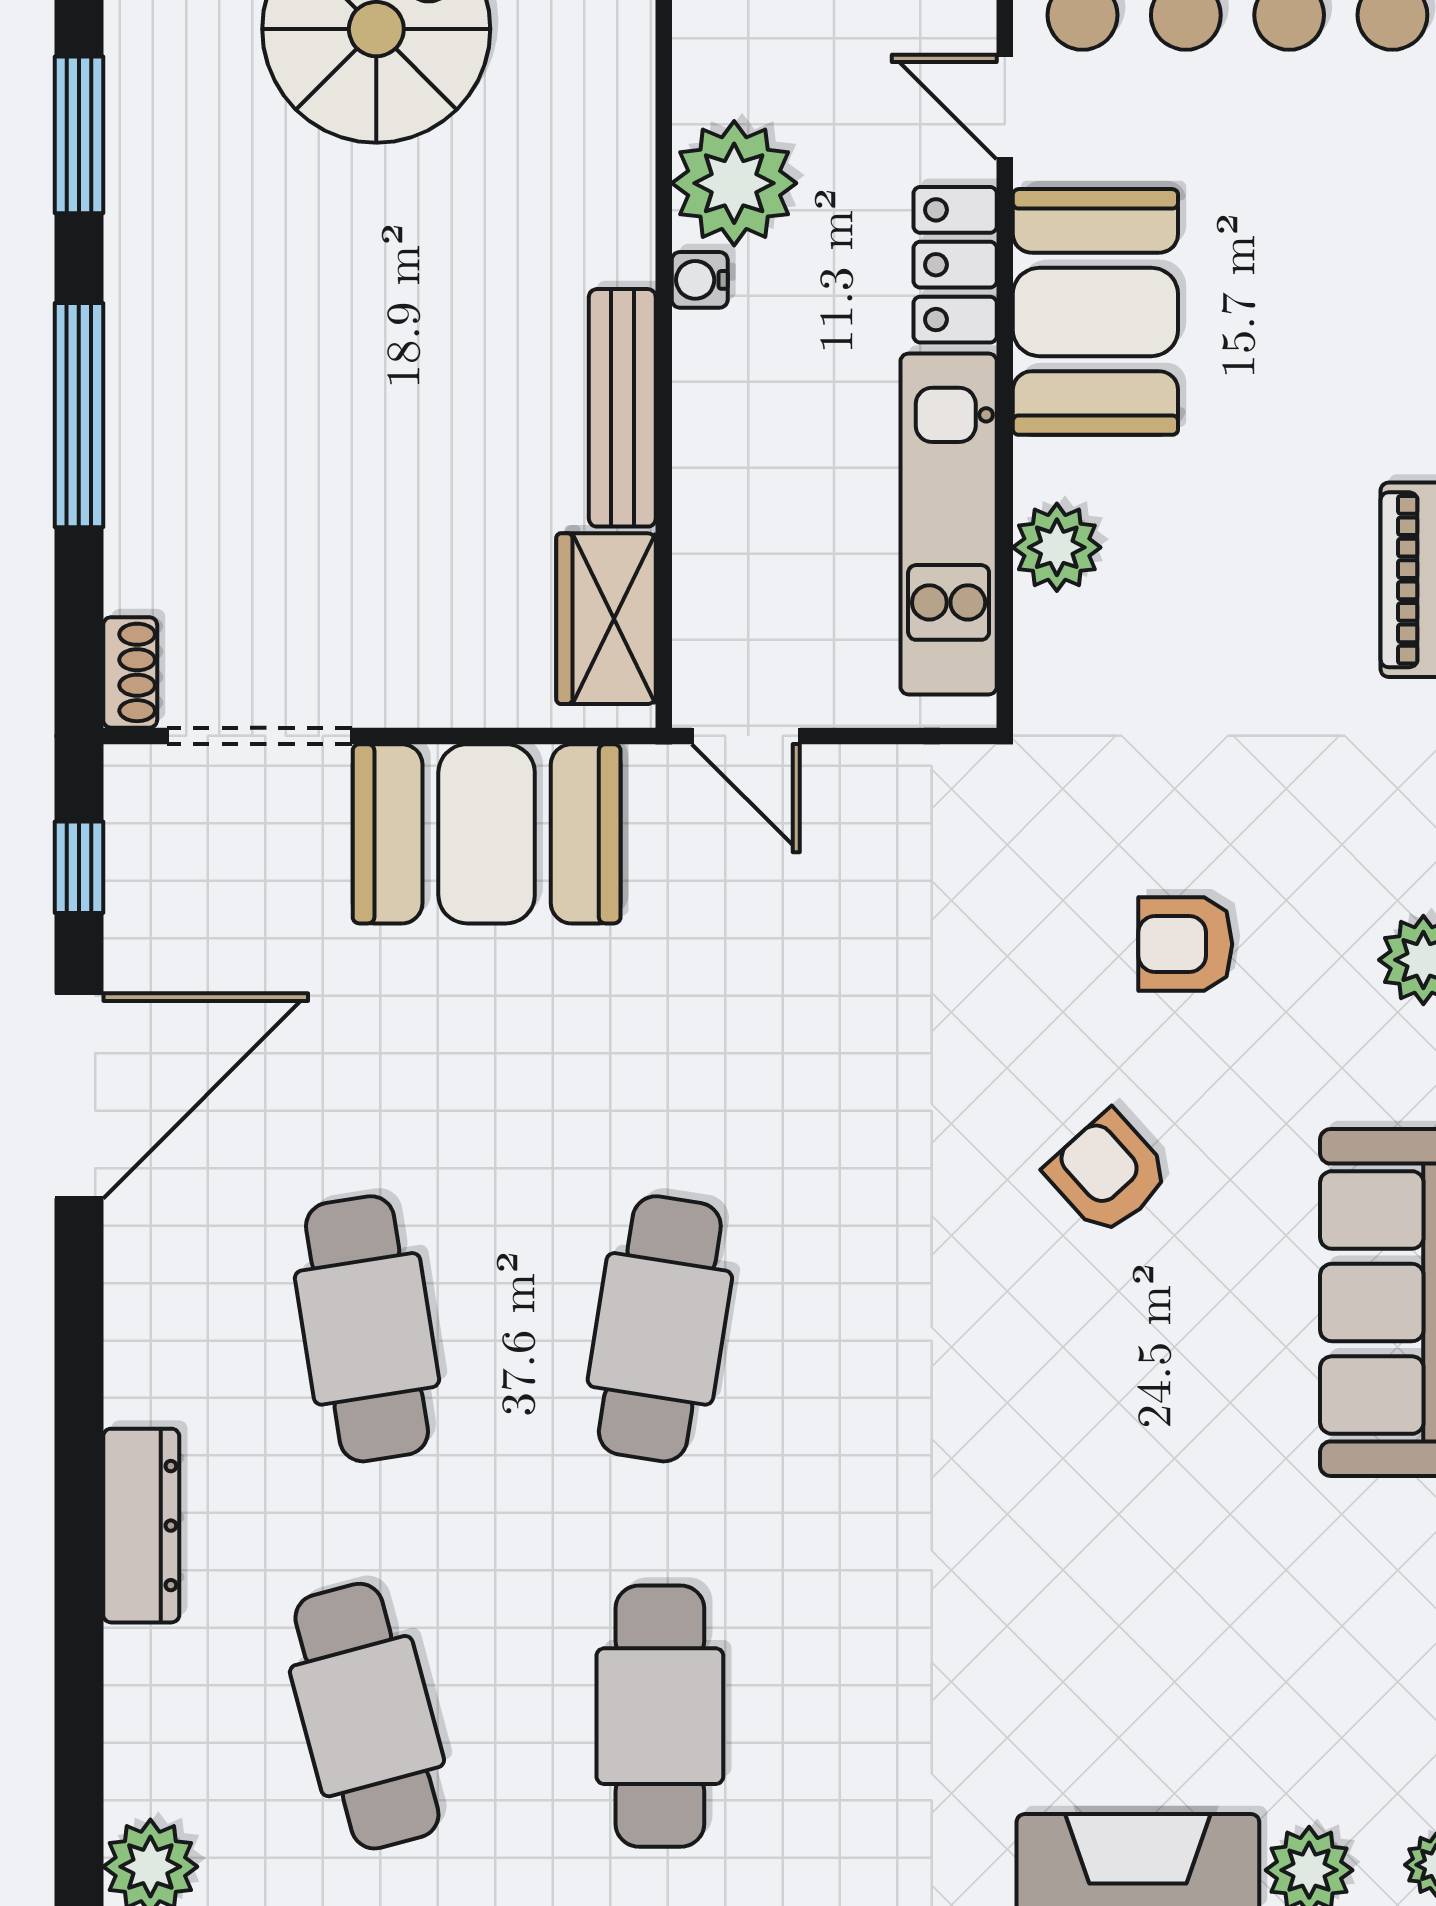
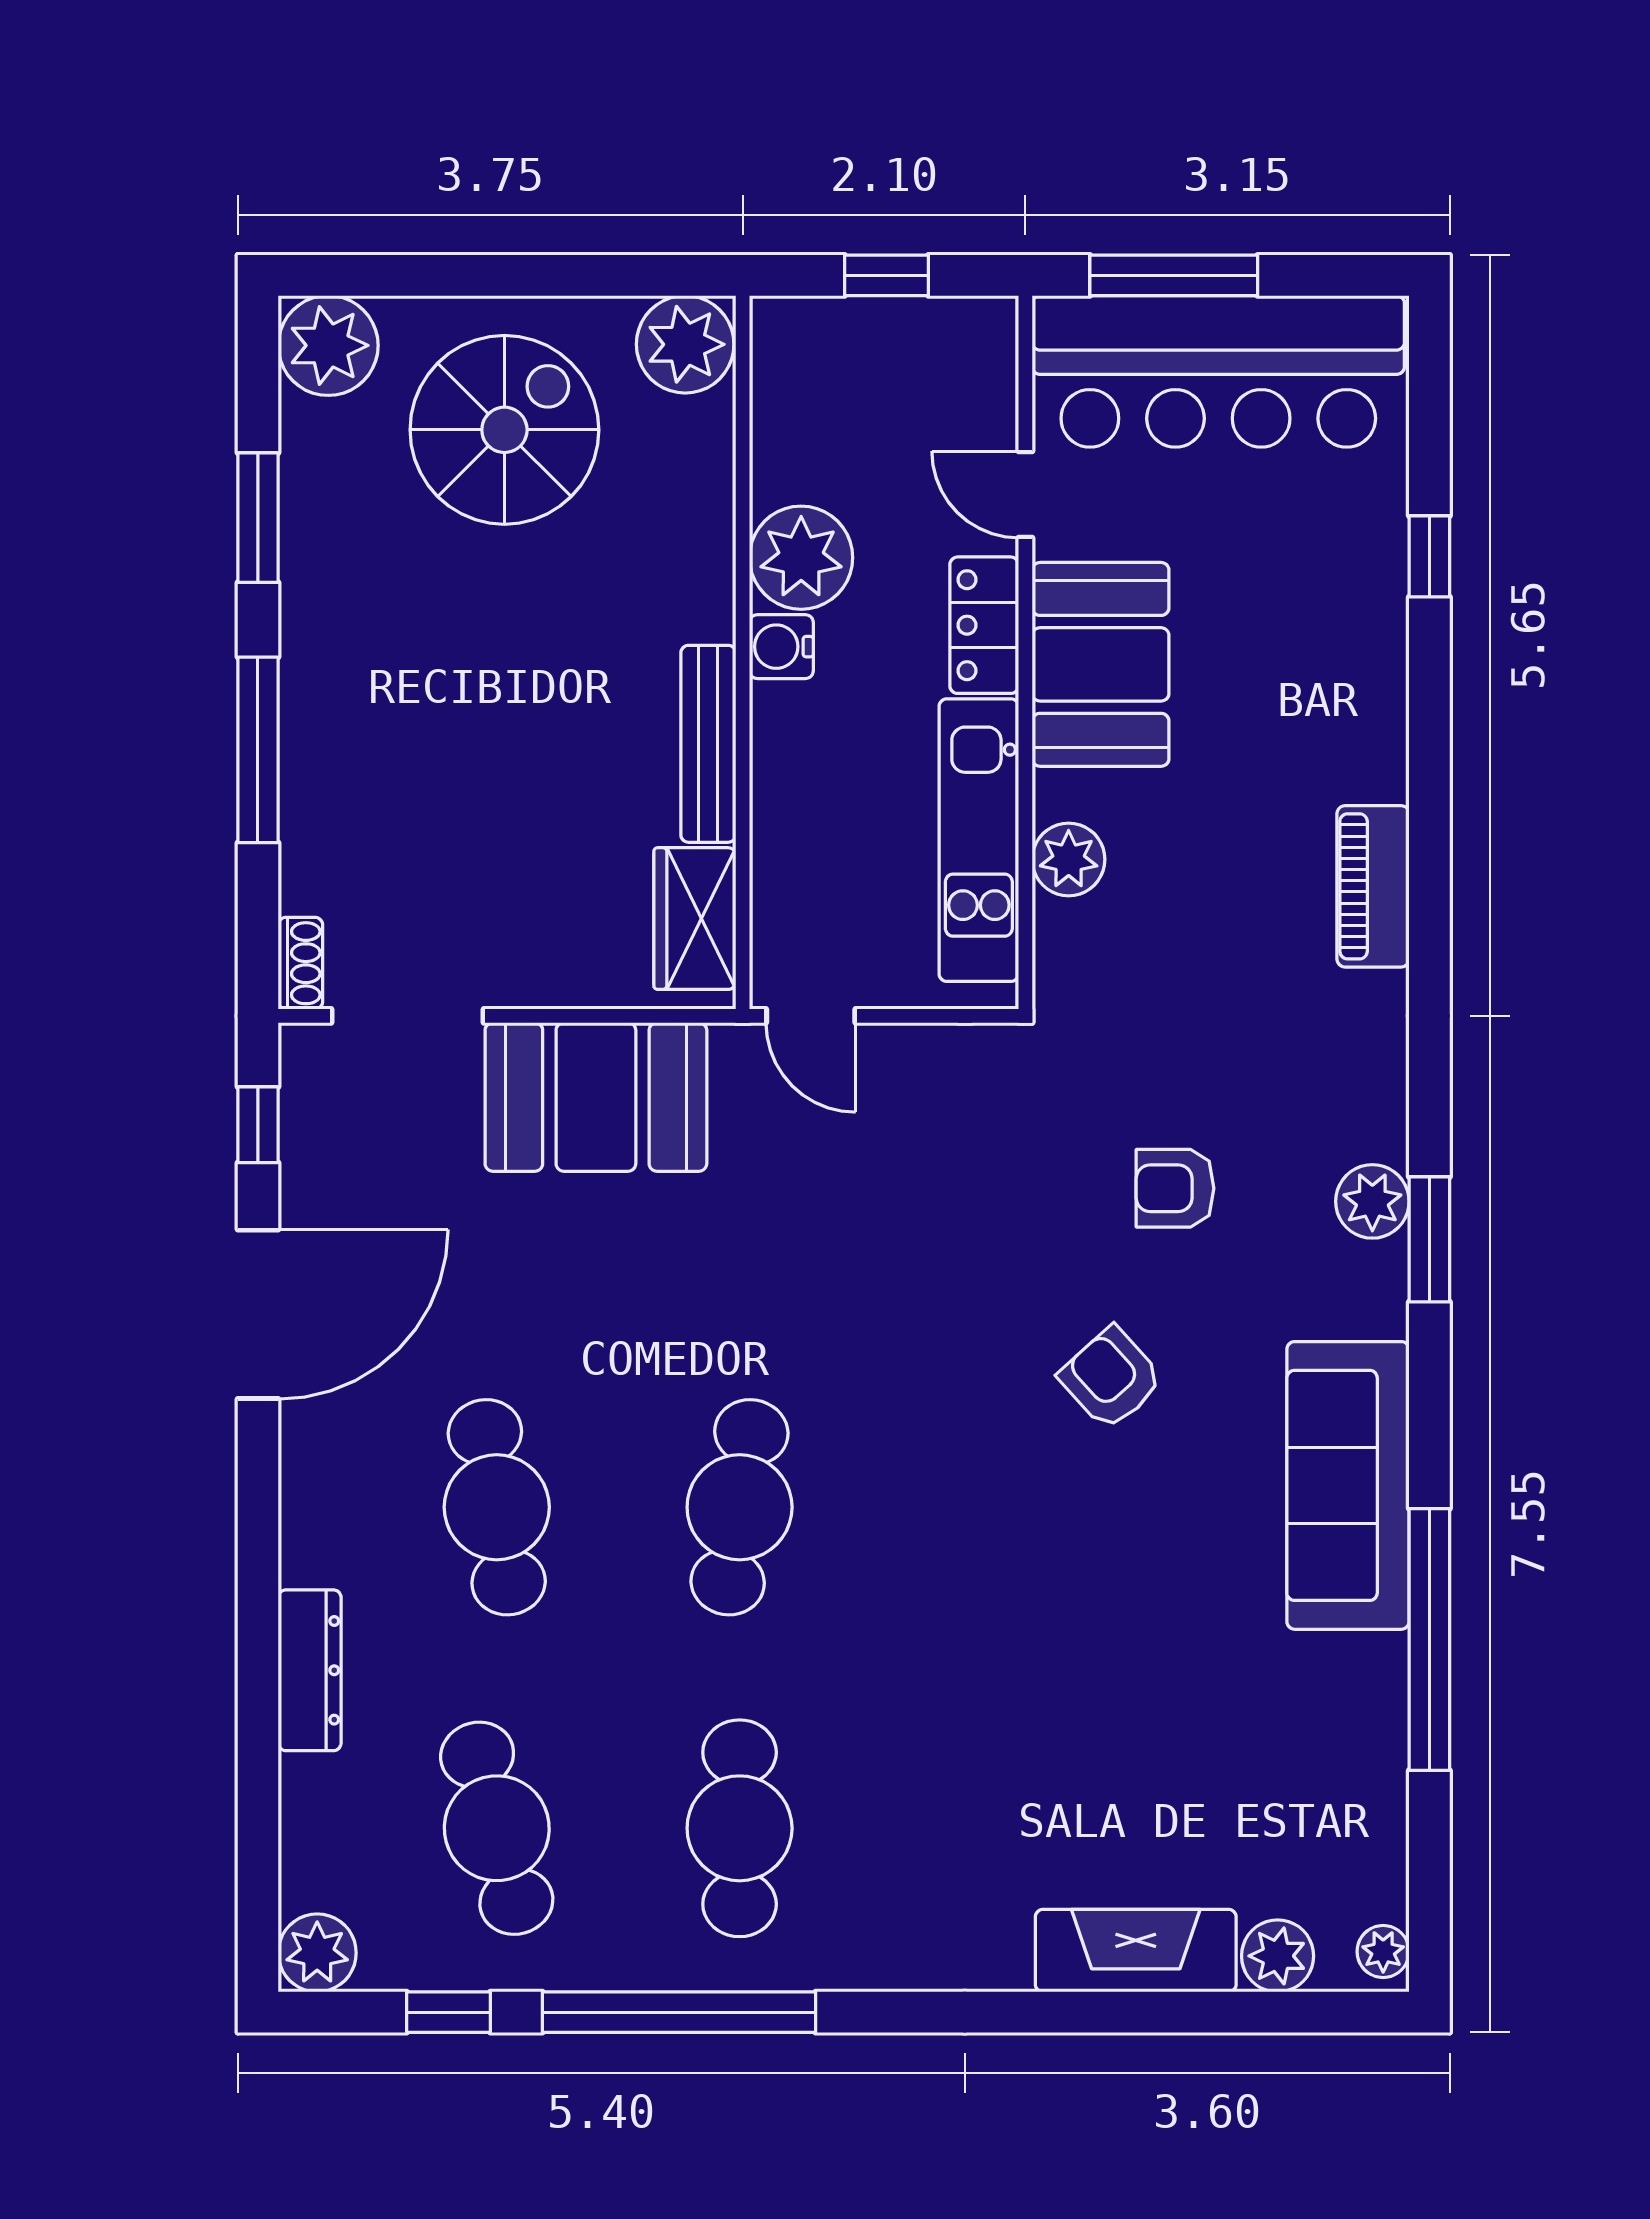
water cooler: (700, 280) -> (781, 647), width x1.38, depth x1.38

